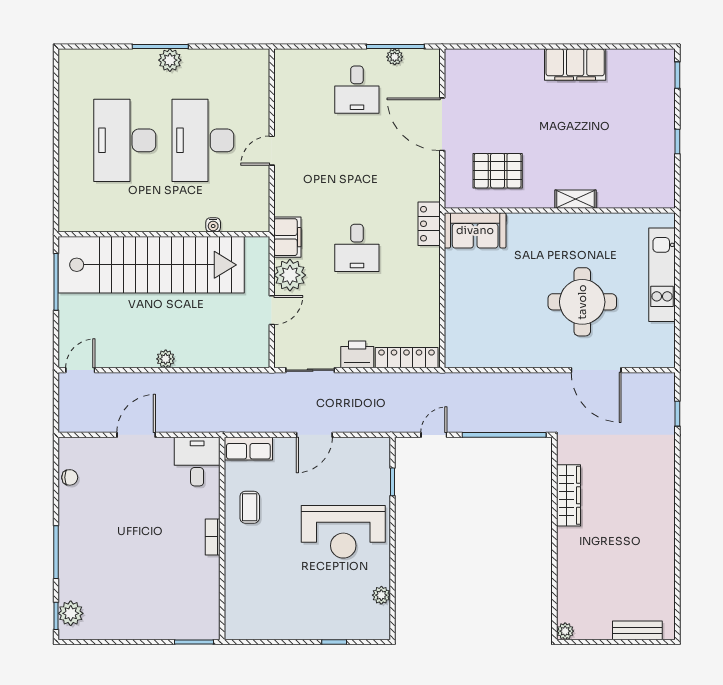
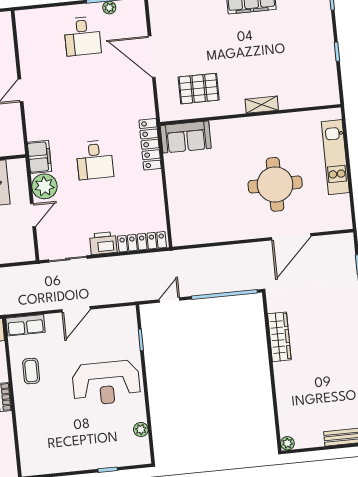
locker: (429, 224) -> (150, 144), width x1.53
door: (596, 370) -> (291, 237), hinge flipped

